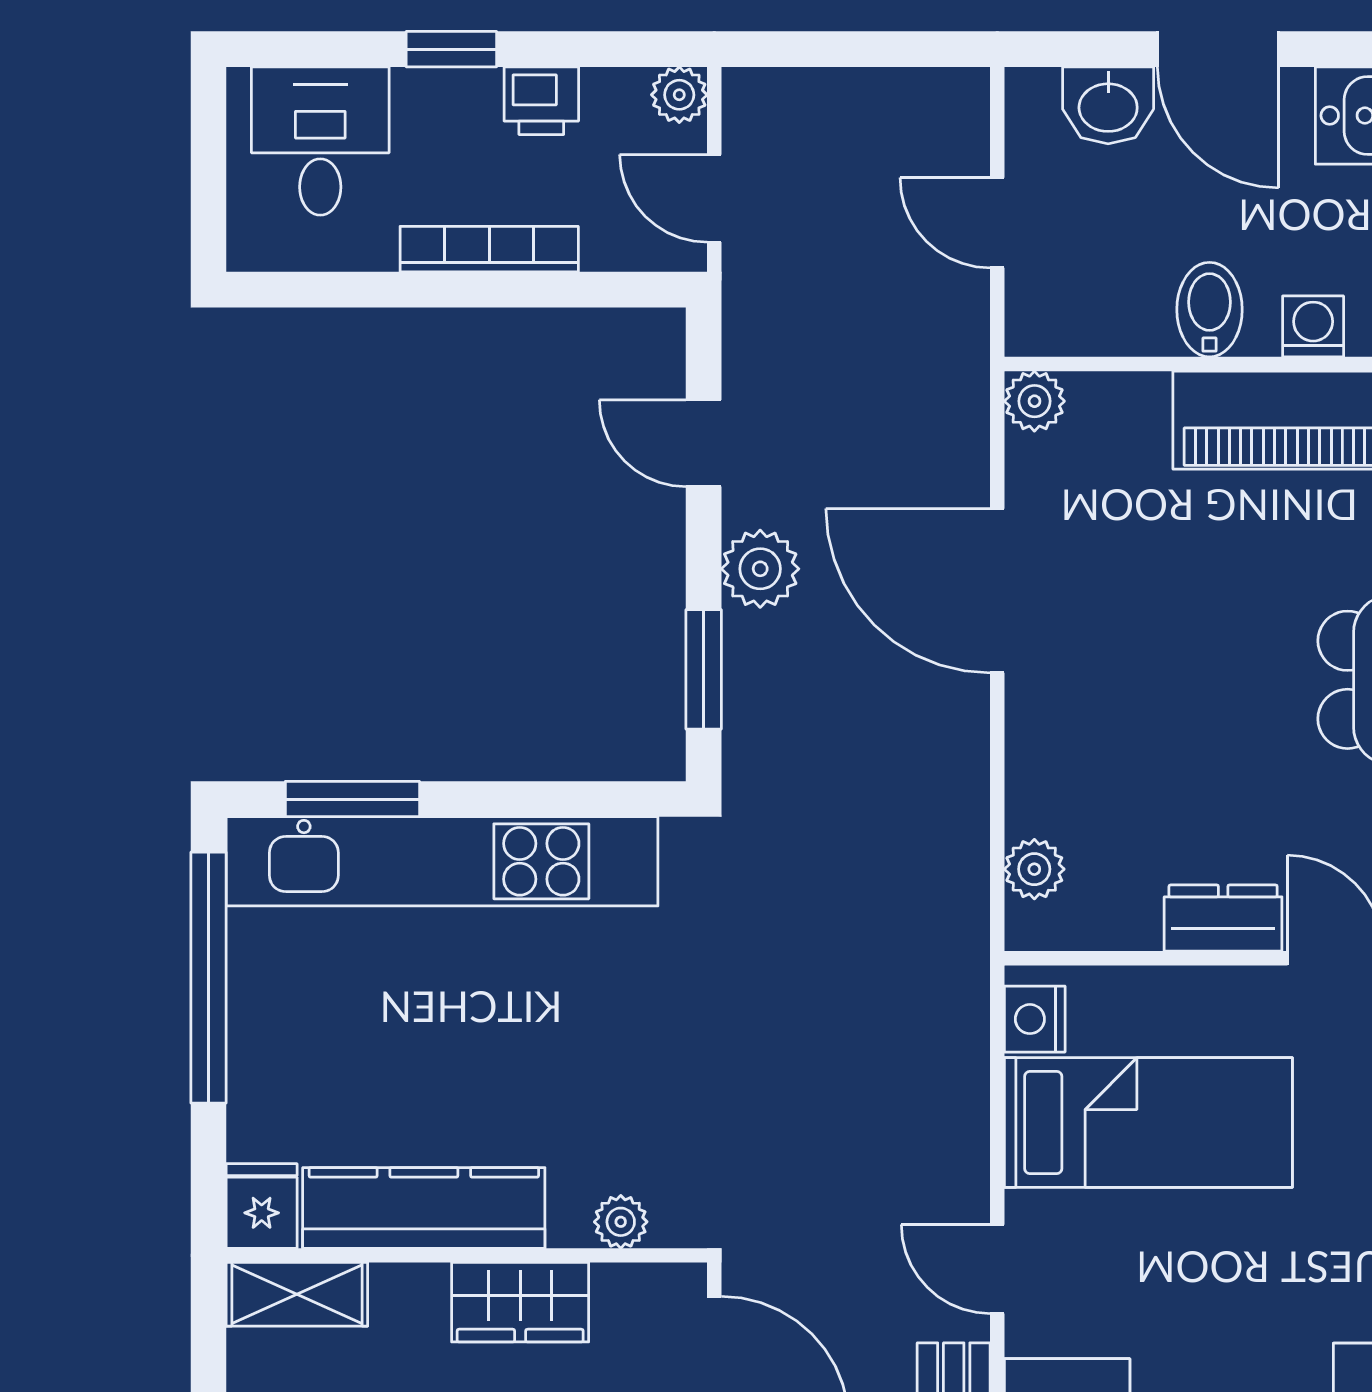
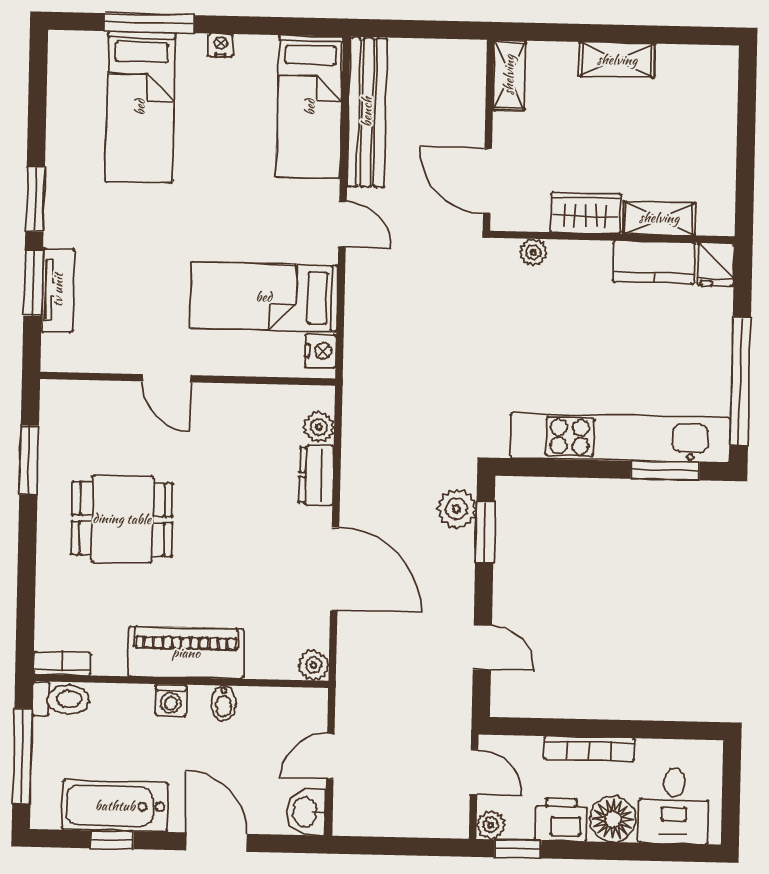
window: (451, 49) -> (518, 849), moved
printer: (541, 101) -> (561, 820), width x1.36, depth x1.24
washbasin: (1108, 105) -> (306, 812), moved, turned -90
floor lamp: (440, 112) -> (613, 819), added
door: (997, 223) -> (330, 756), swing flipped
bidet: (1210, 310) -> (224, 703), width x0.72, depth x0.74
plant: (760, 569) -> (457, 509), moved
dresser: (1223, 918) -> (316, 475), moved, turned 90
kitchen counter: (424, 1208) -> (654, 262), width x0.67
shelving: (297, 1294) -> (659, 218), moved

